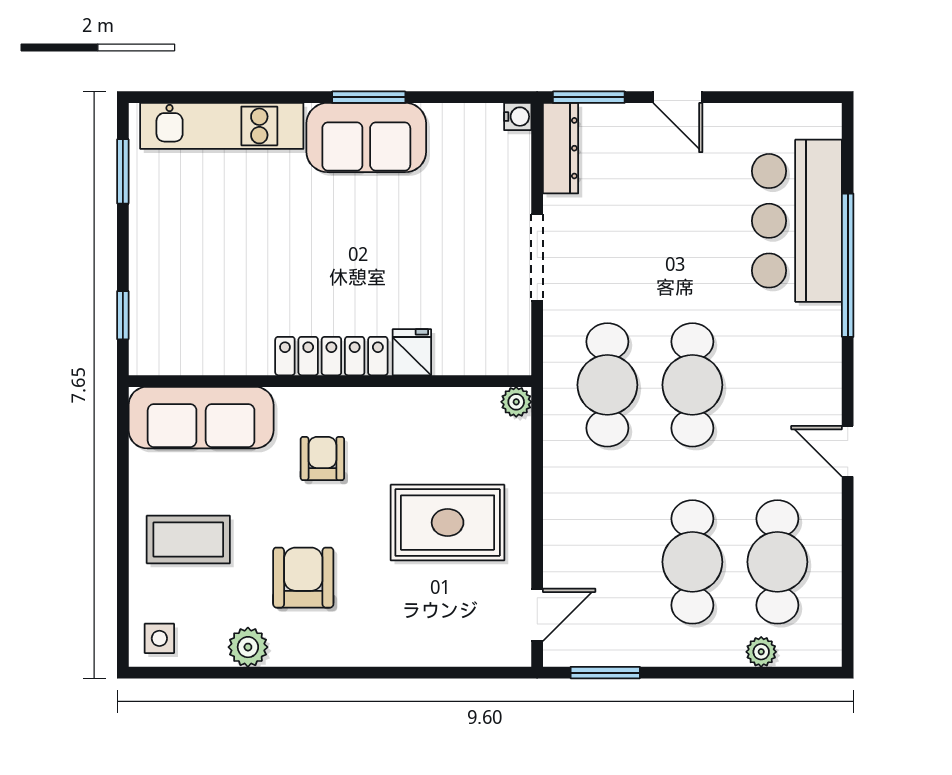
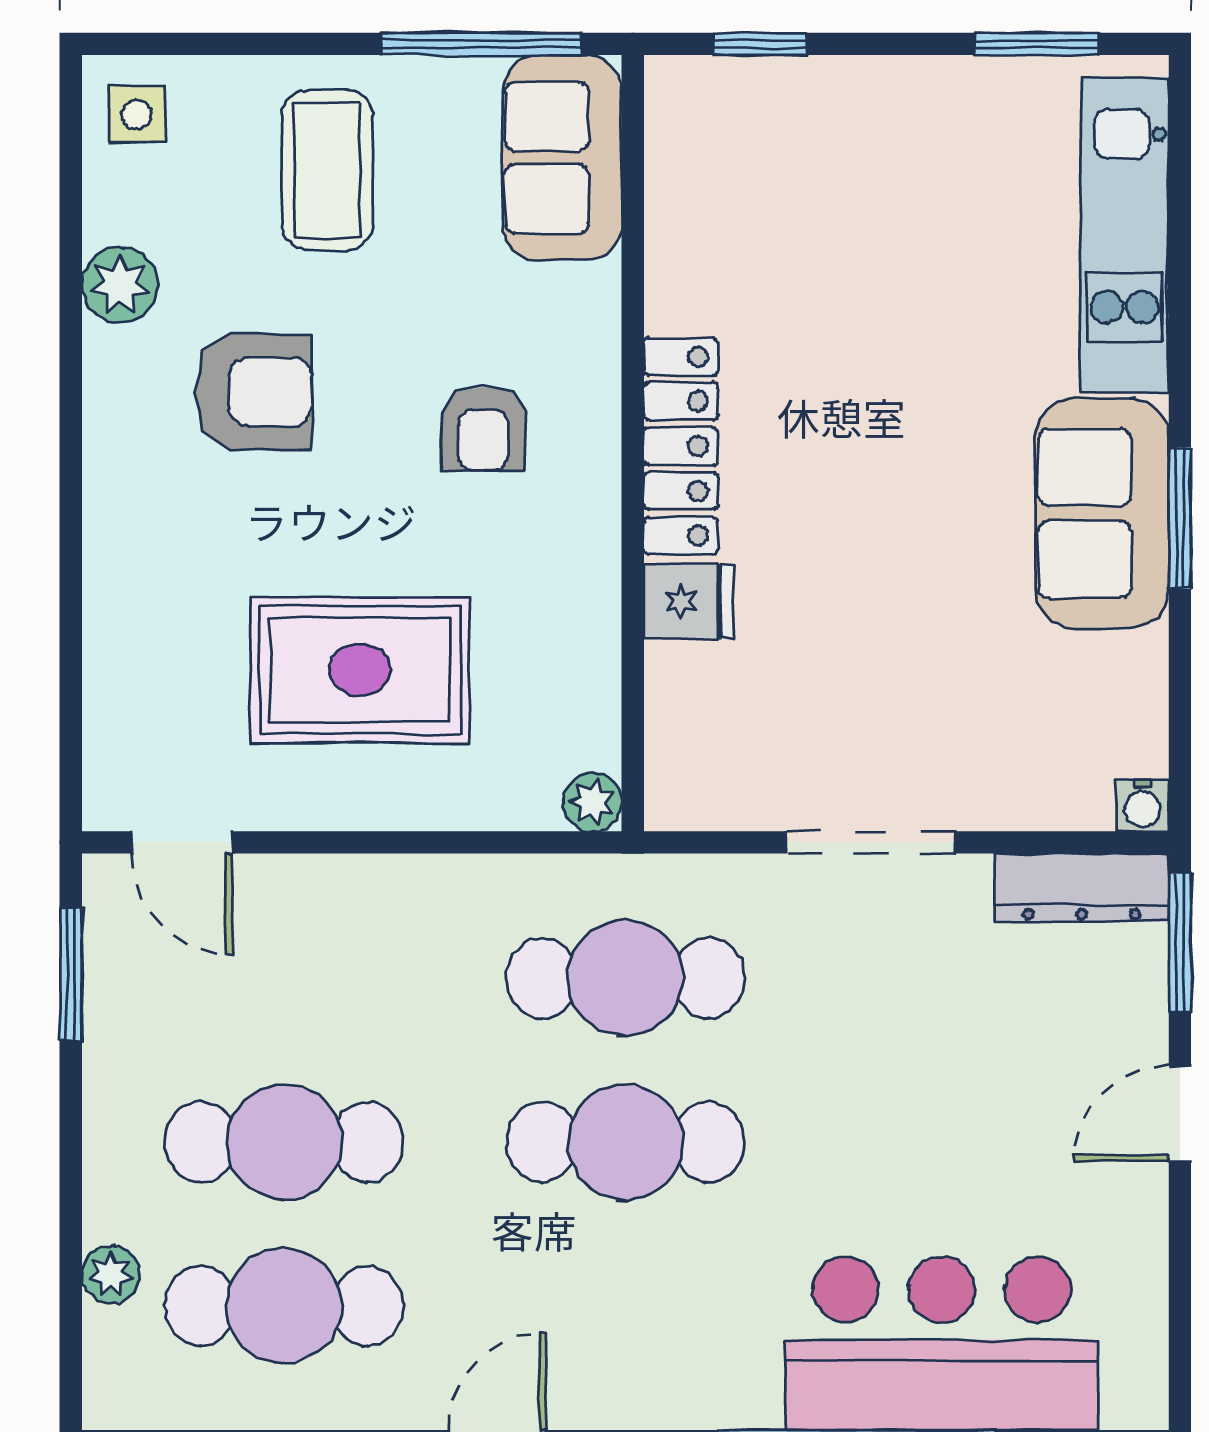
sofa: (201, 418) -> (562, 158), width x0.73
armchair: (322, 459) -> (483, 429), turned 90
window: (123, 460) -> (481, 44), added
rug: (448, 523) -> (360, 670), turned 90

